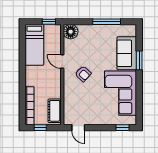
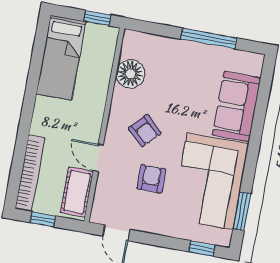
floor lamp: (71, 32) -> (130, 74), moved
window: (139, 60) -> (242, 211), moved
door: (62, 61) -> (98, 158), moved
armchair: (91, 97) -> (151, 179), added

